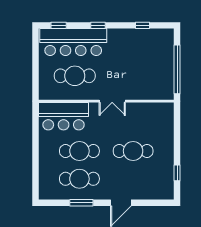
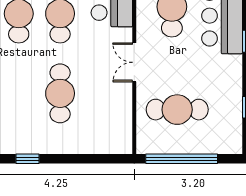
cafe table: (144, 72) -> (177, 110), added

